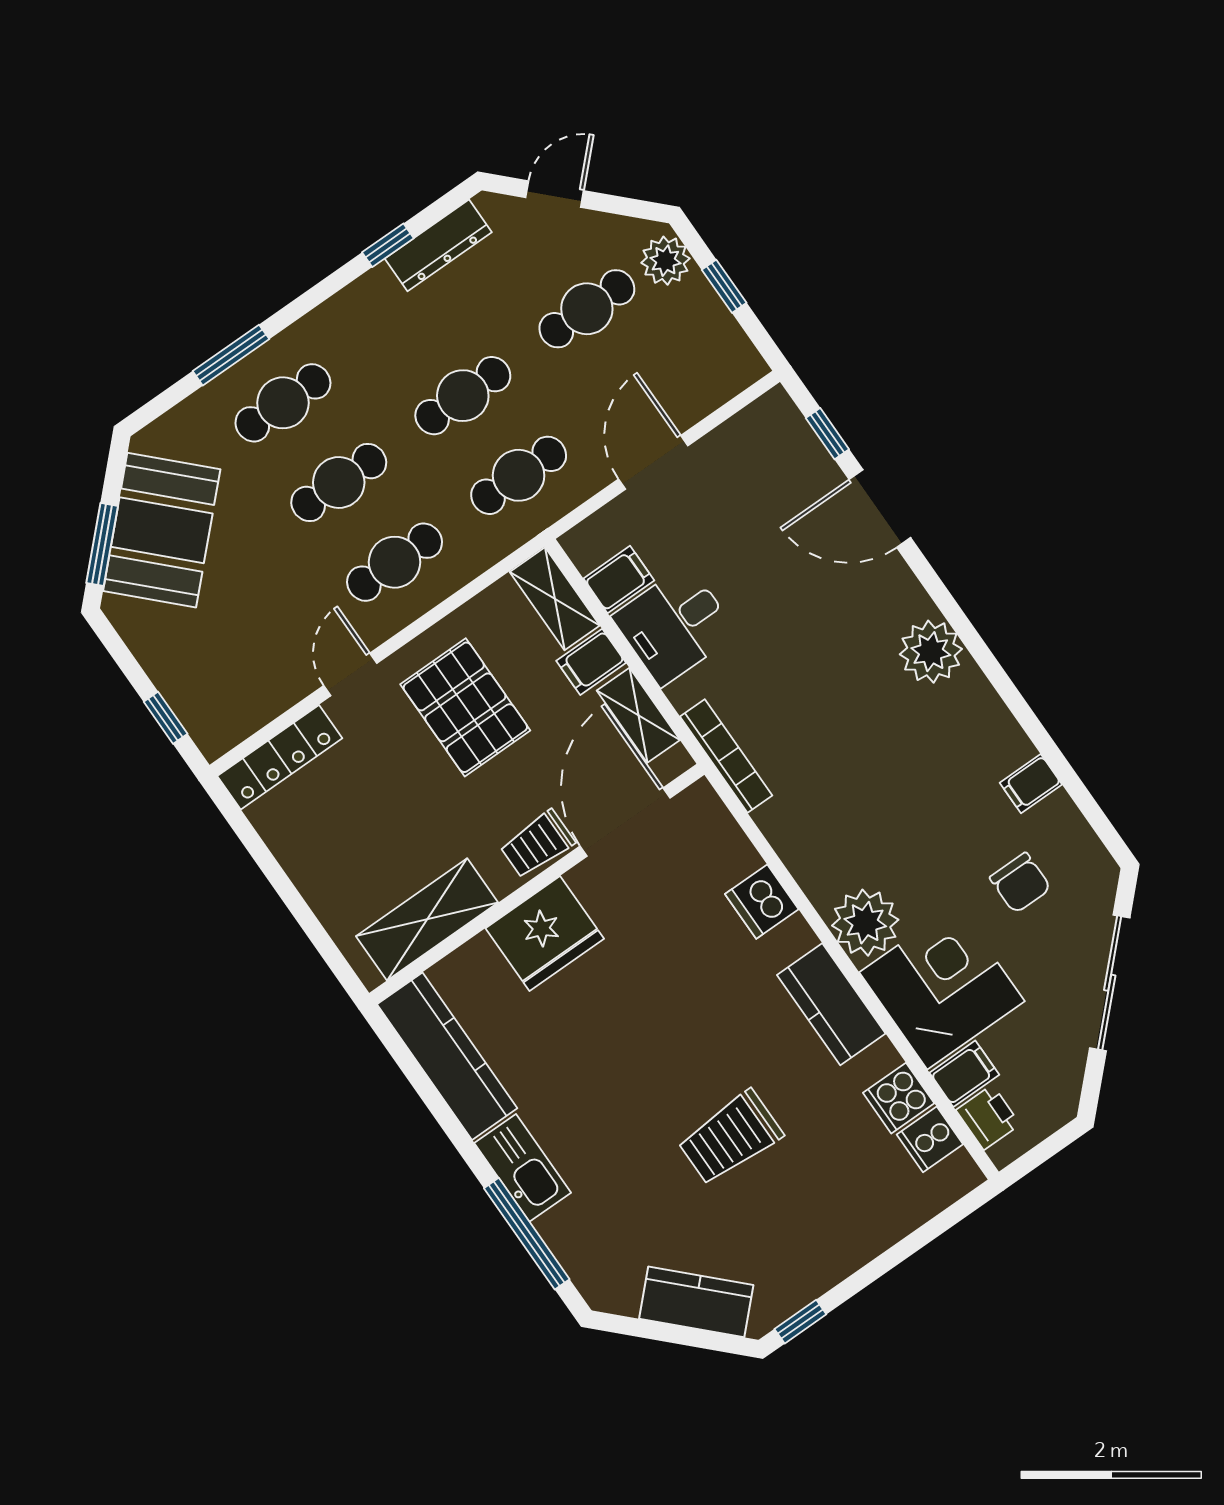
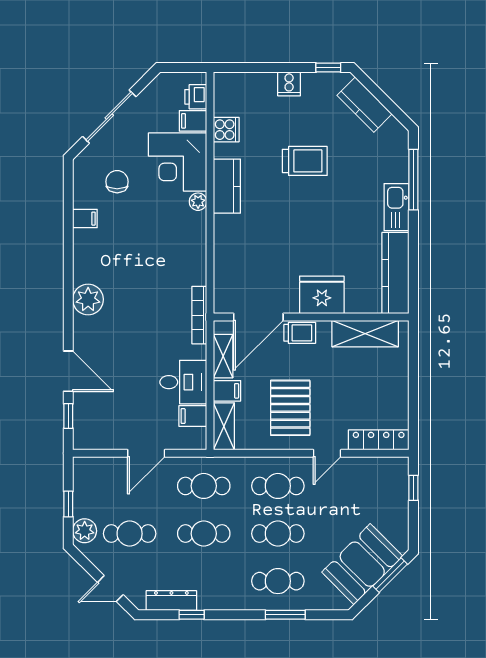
dishwasher: (762, 902) -> (226, 247), removed
plant: (865, 923) -> (198, 202), width x0.53, depth x0.53
cooker: (930, 1139) -> (289, 84), moved, turned 90

